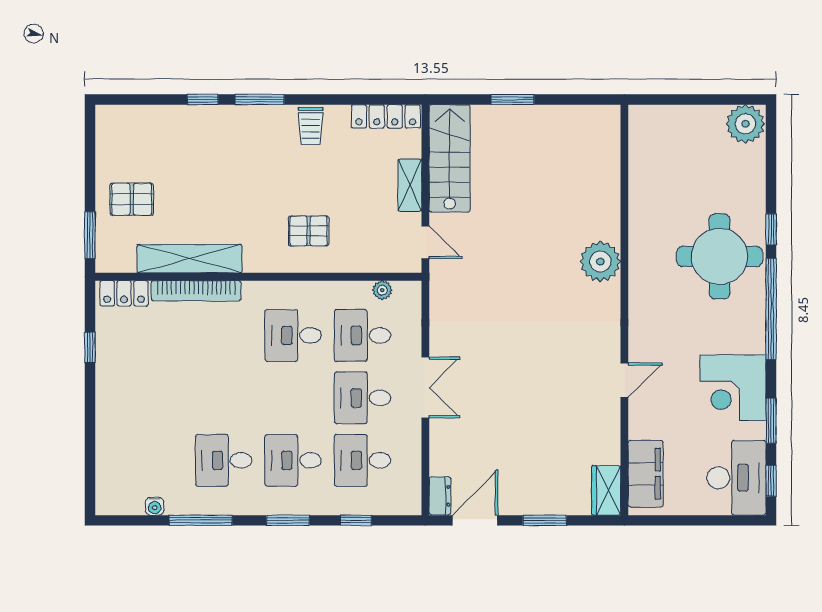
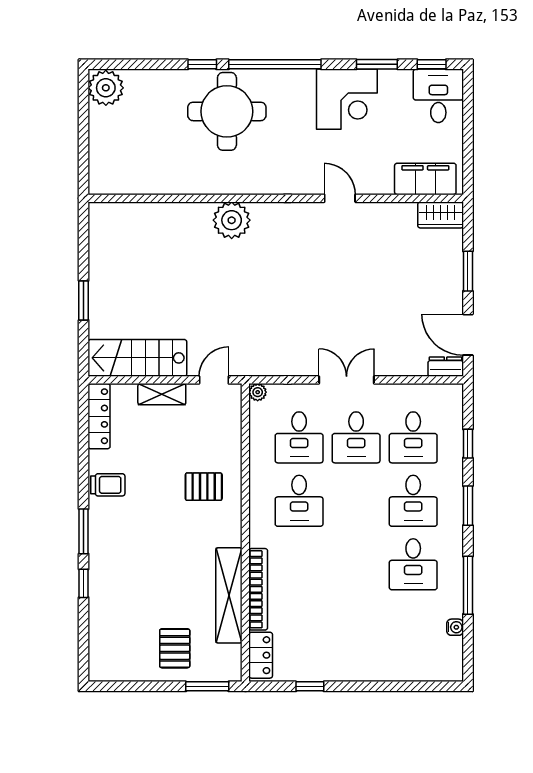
pallet: (309, 231) -> (204, 487), turned 90
plant: (382, 290) -> (258, 392), moved
desk: (737, 478) -> (438, 96), width x0.73

